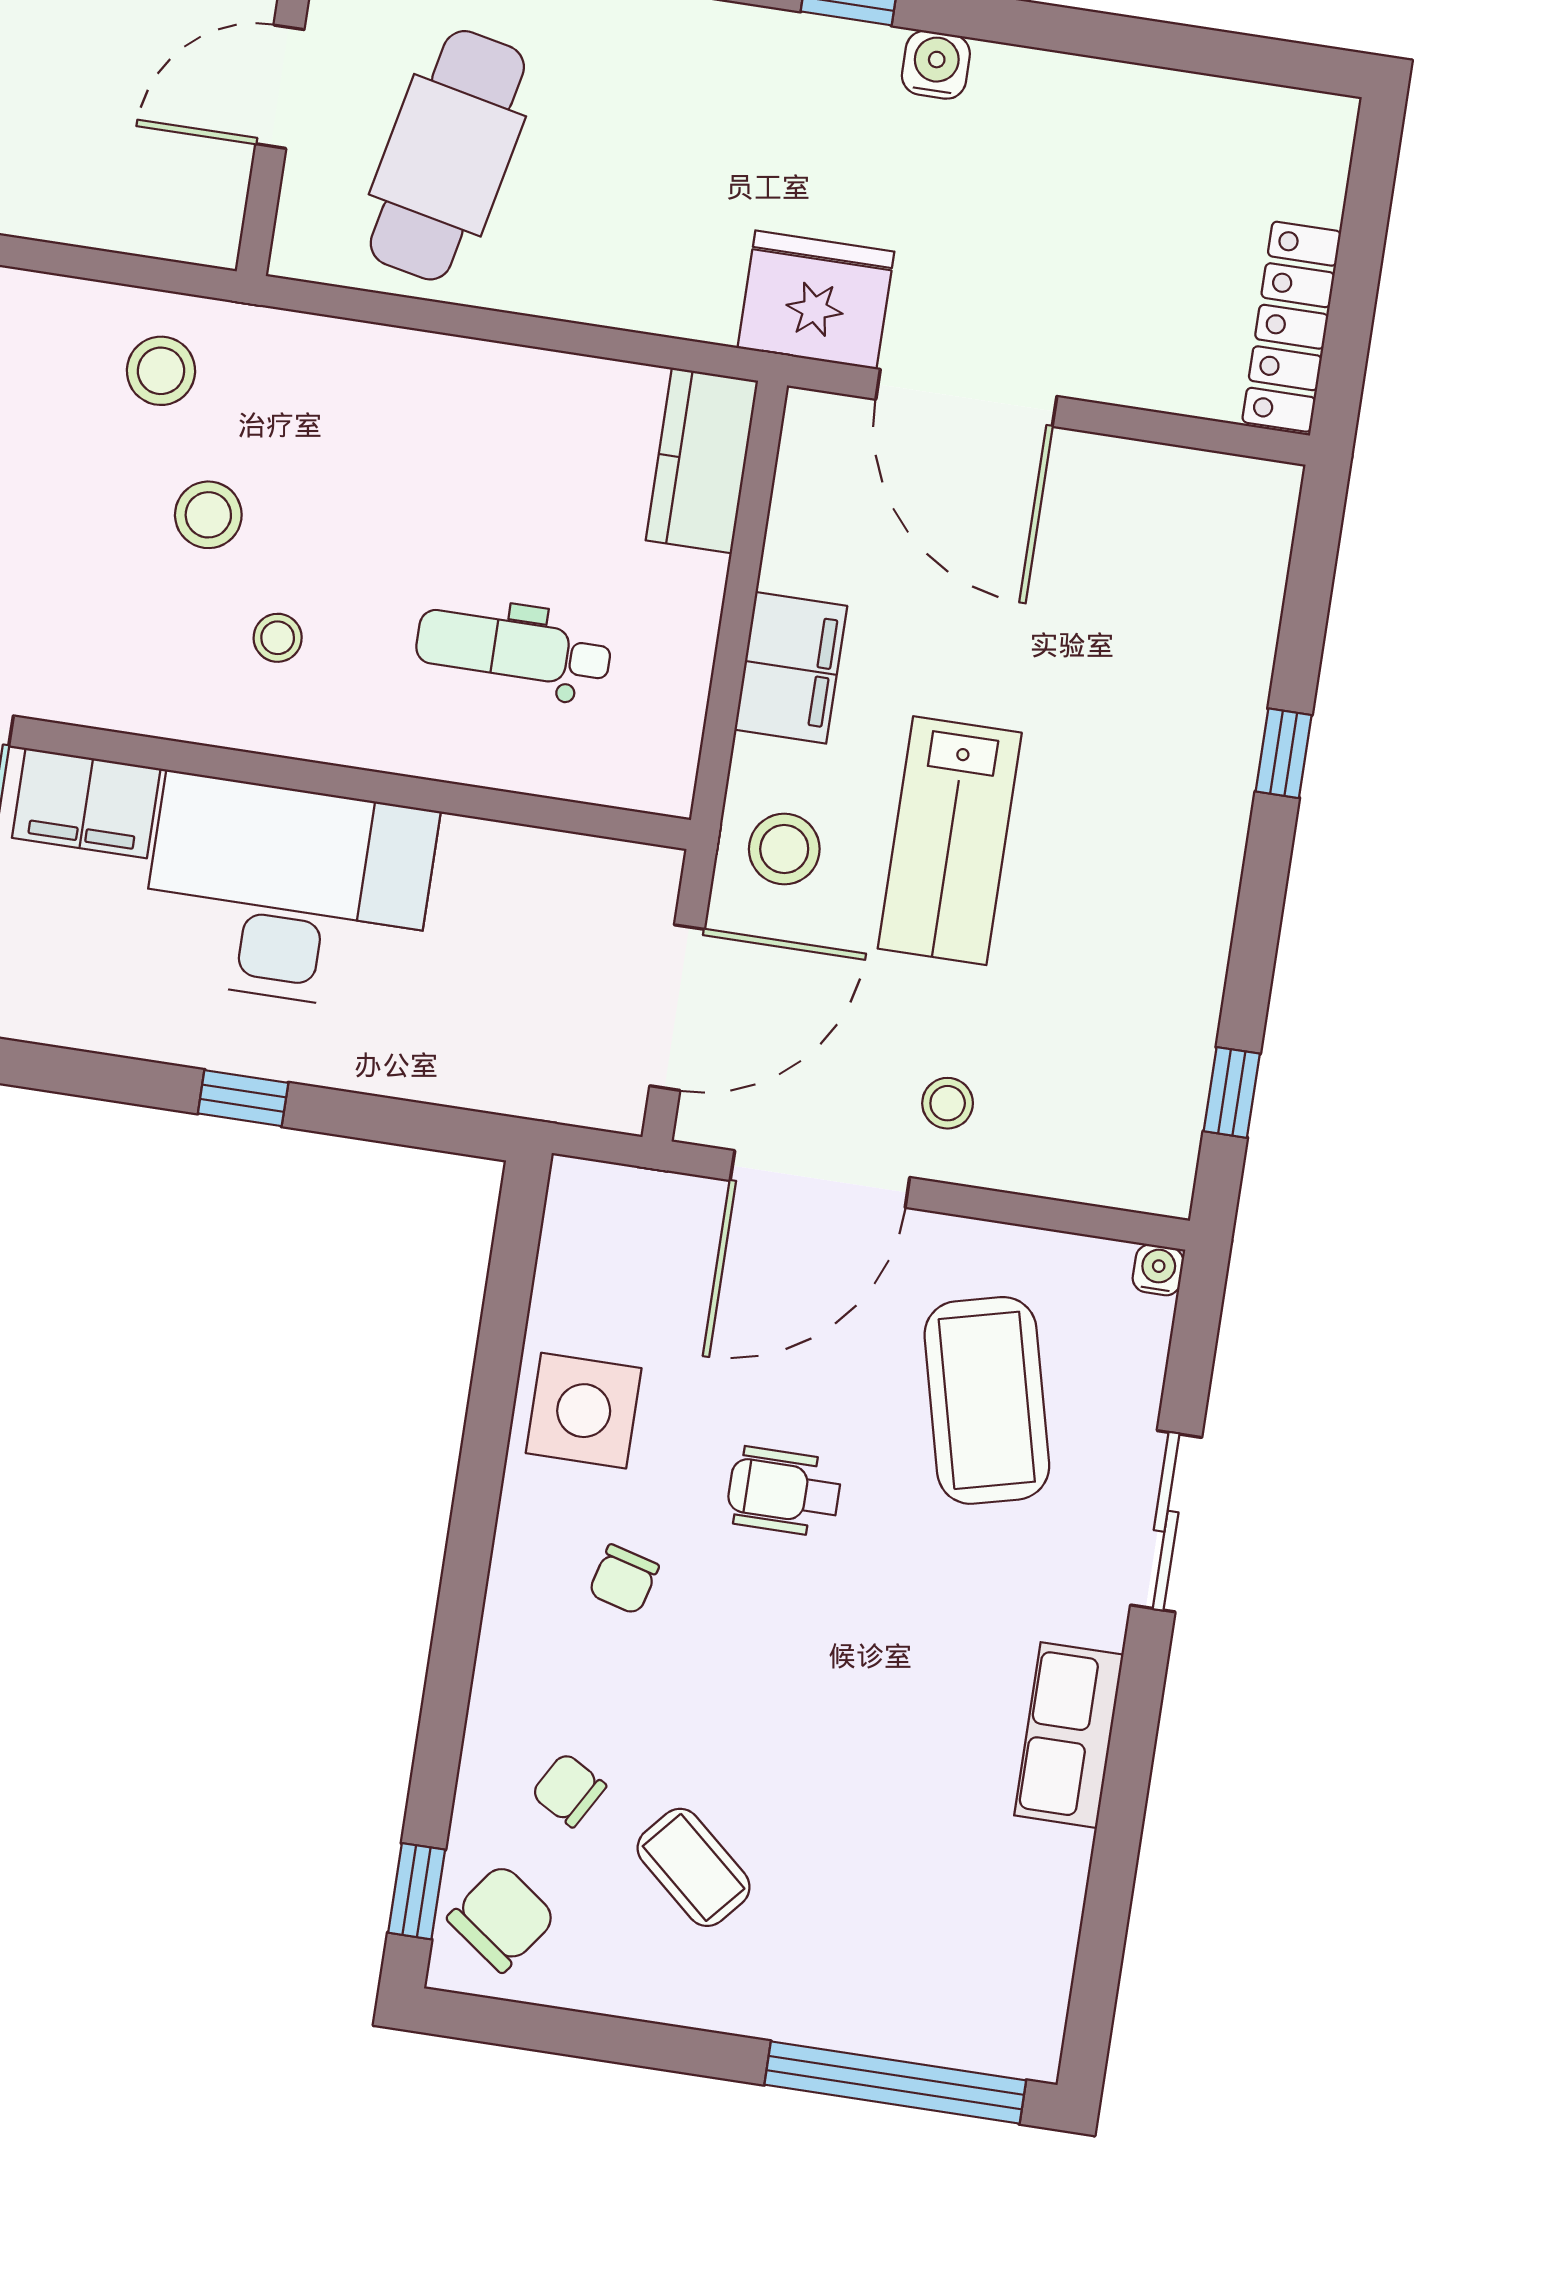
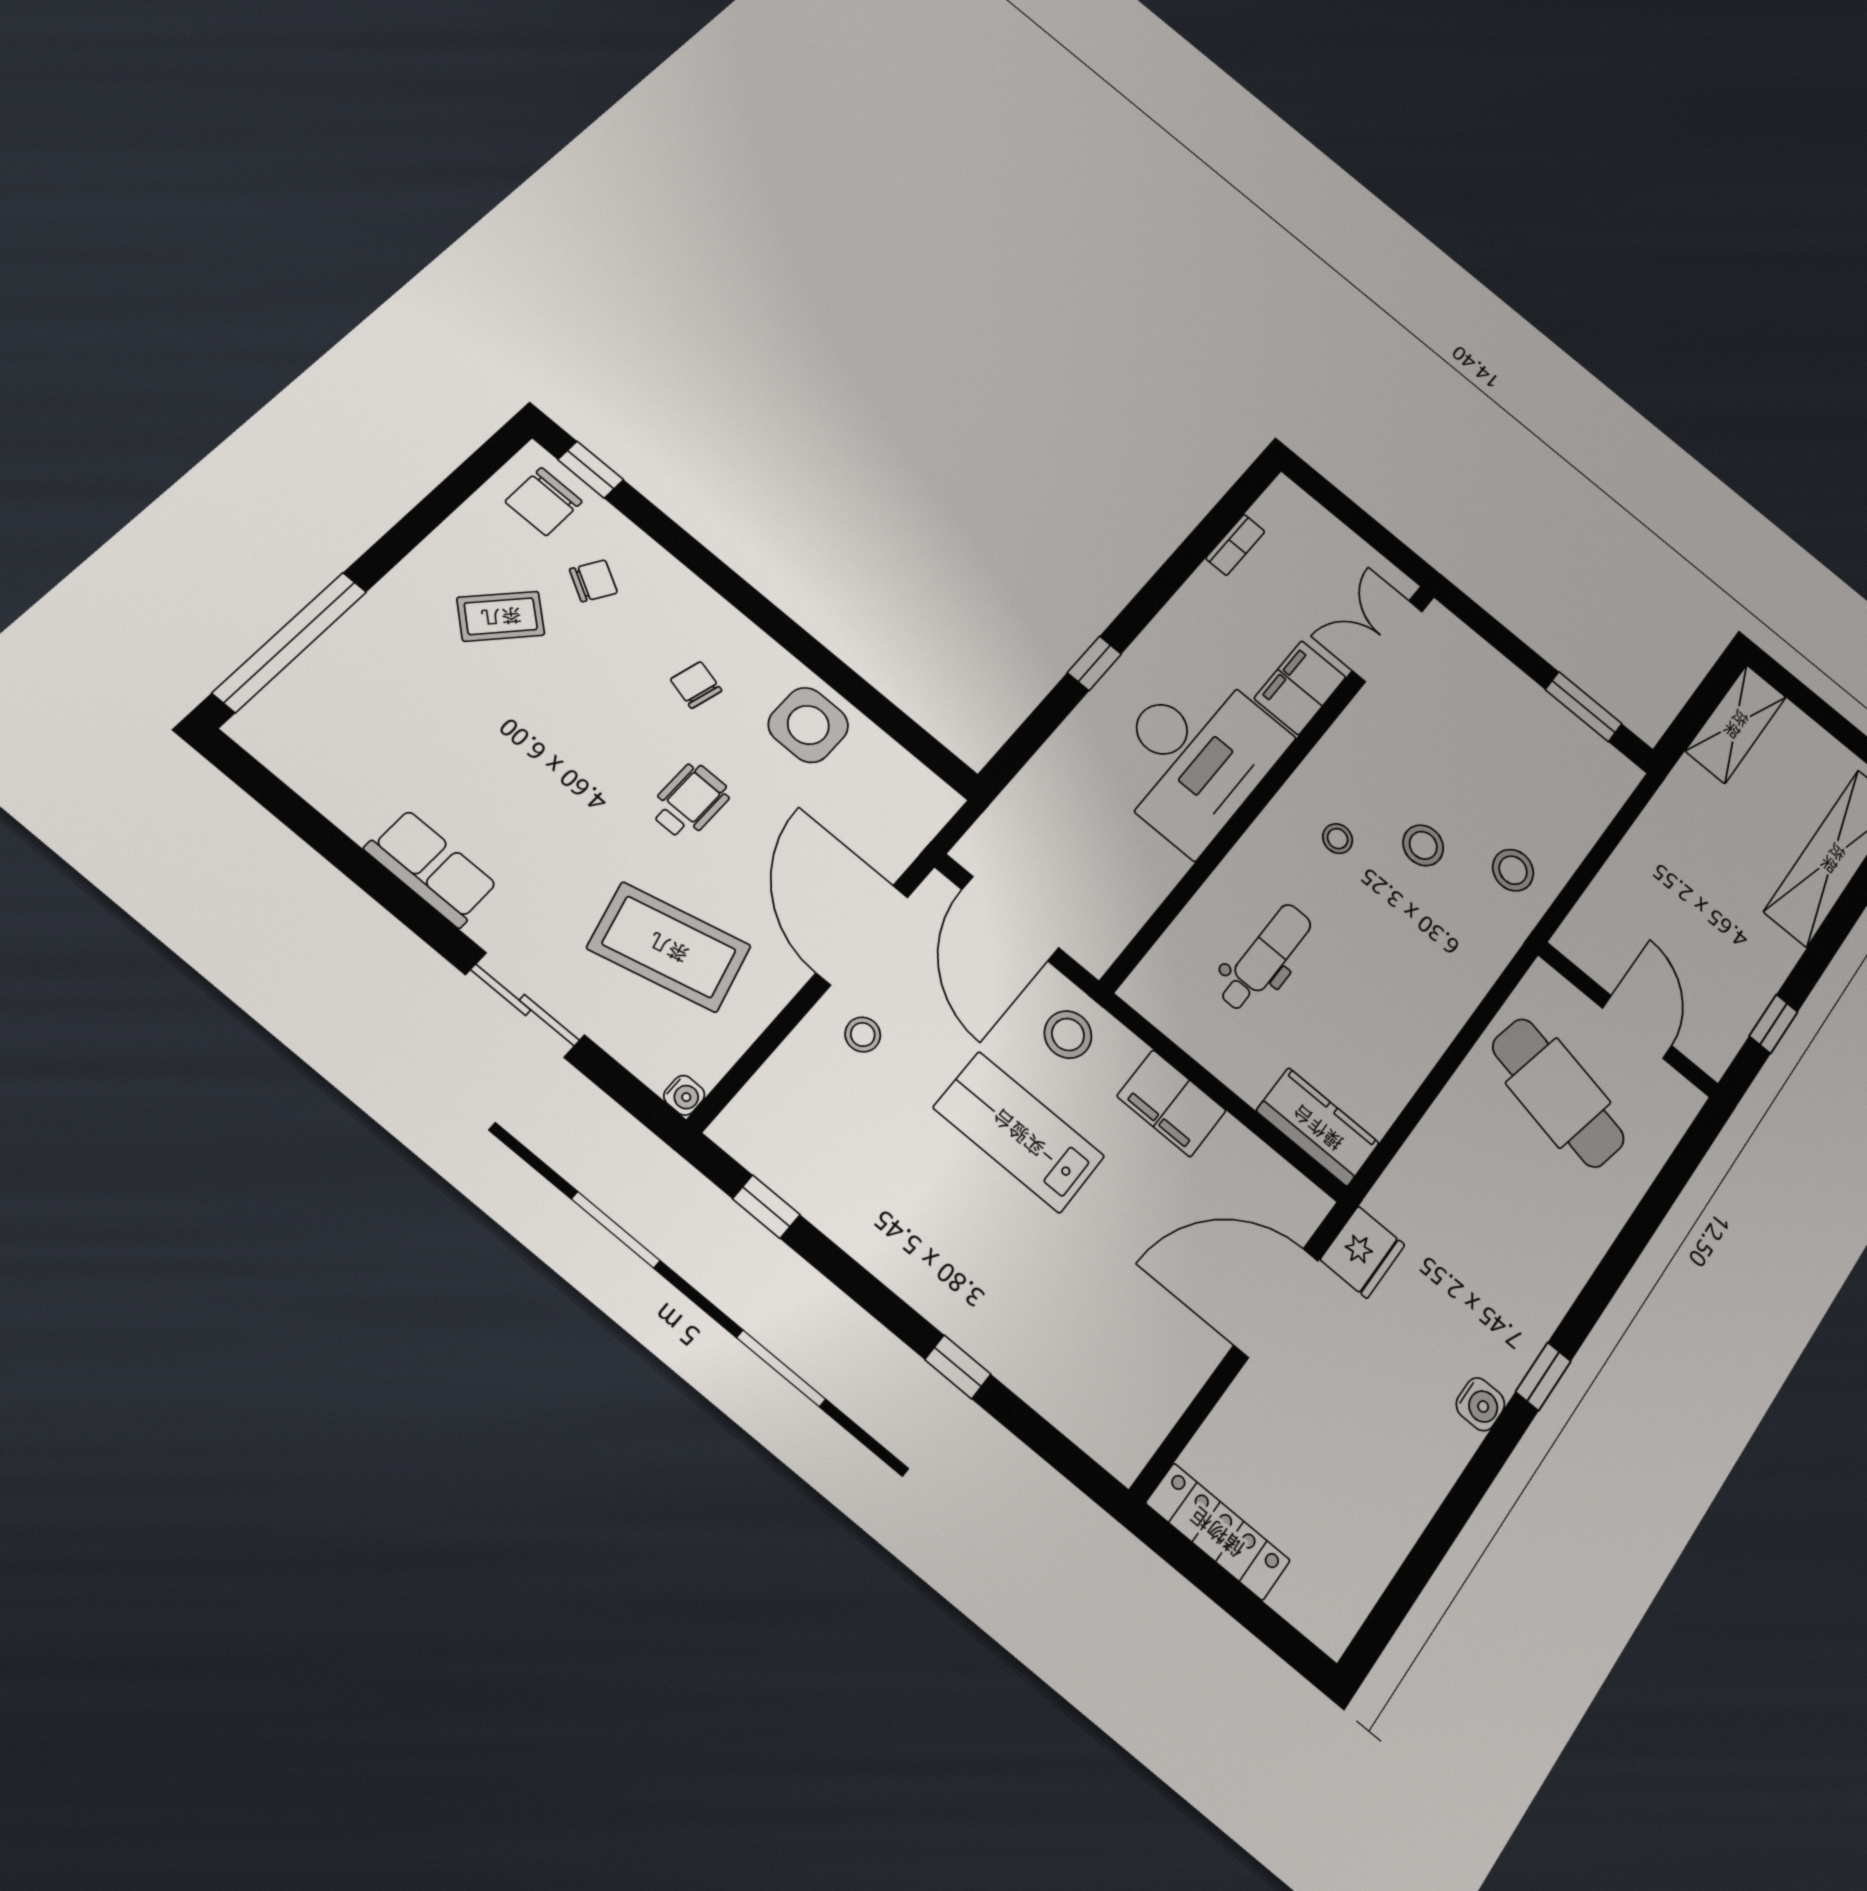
fridge: (816, 300) -> (1363, 1252), width x0.73, depth x0.75
chair: (502, 1918) -> (544, 502), turned 54

